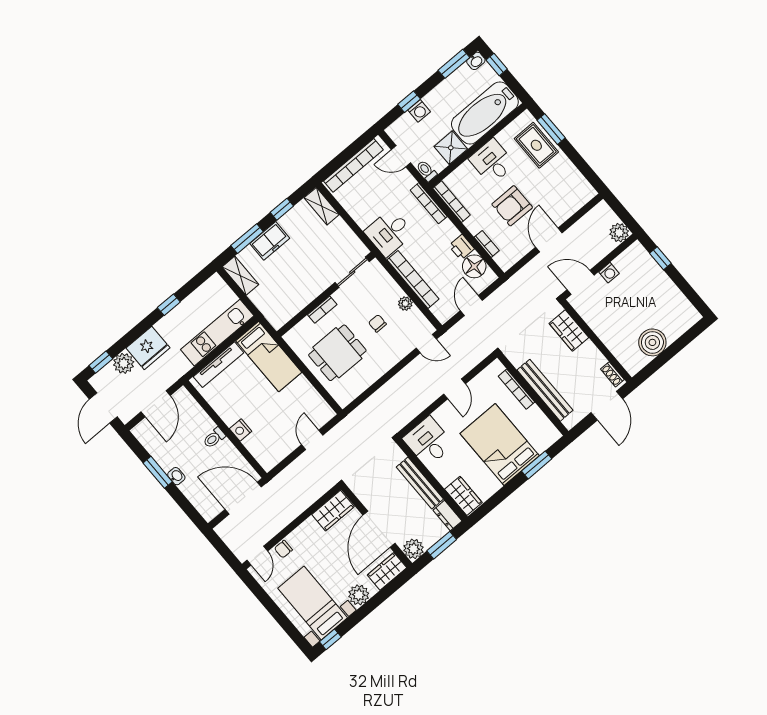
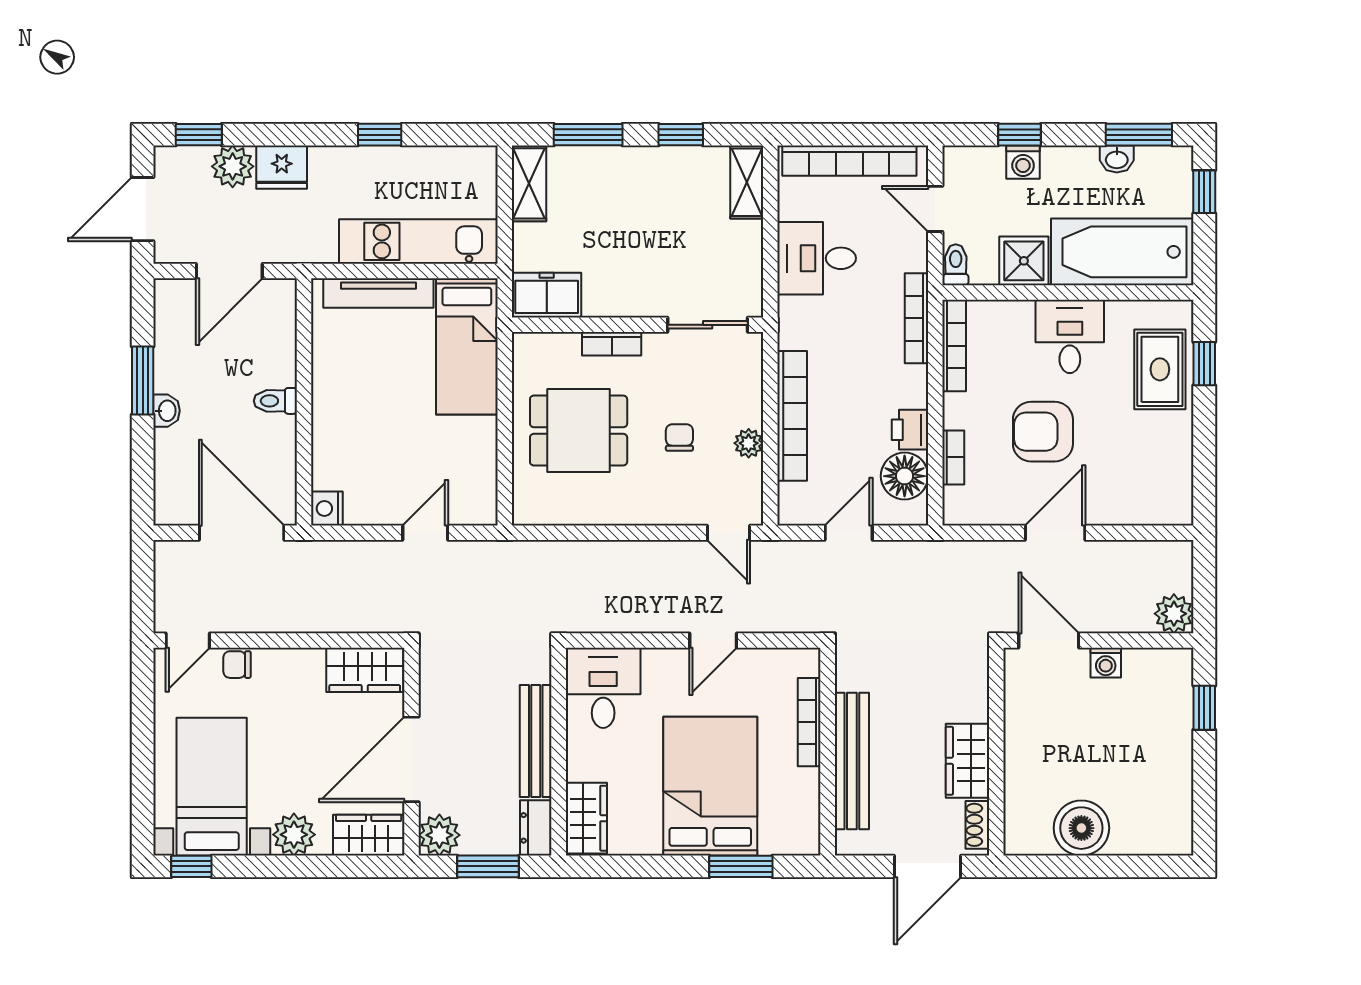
washbasin: (476, 61) -> (1117, 159), moved
window: (551, 129) -> (1204, 364), width x0.67
desk: (389, 233) -> (817, 258), moved
freezer: (270, 241) -> (547, 295), moved, turned 180
wardrobe: (569, 330) -> (967, 761), moved
fridge: (148, 348) -> (282, 167), width x0.73, depth x0.75
nightstand: (241, 430) -> (327, 508), moved

